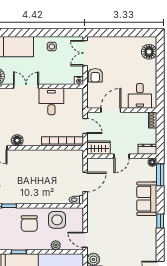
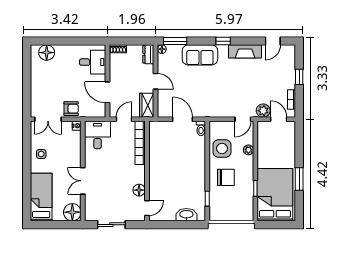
desk: (51, 102) -> (98, 135), moved, turned 90
fireplace: (150, 242) -> (245, 51), added

